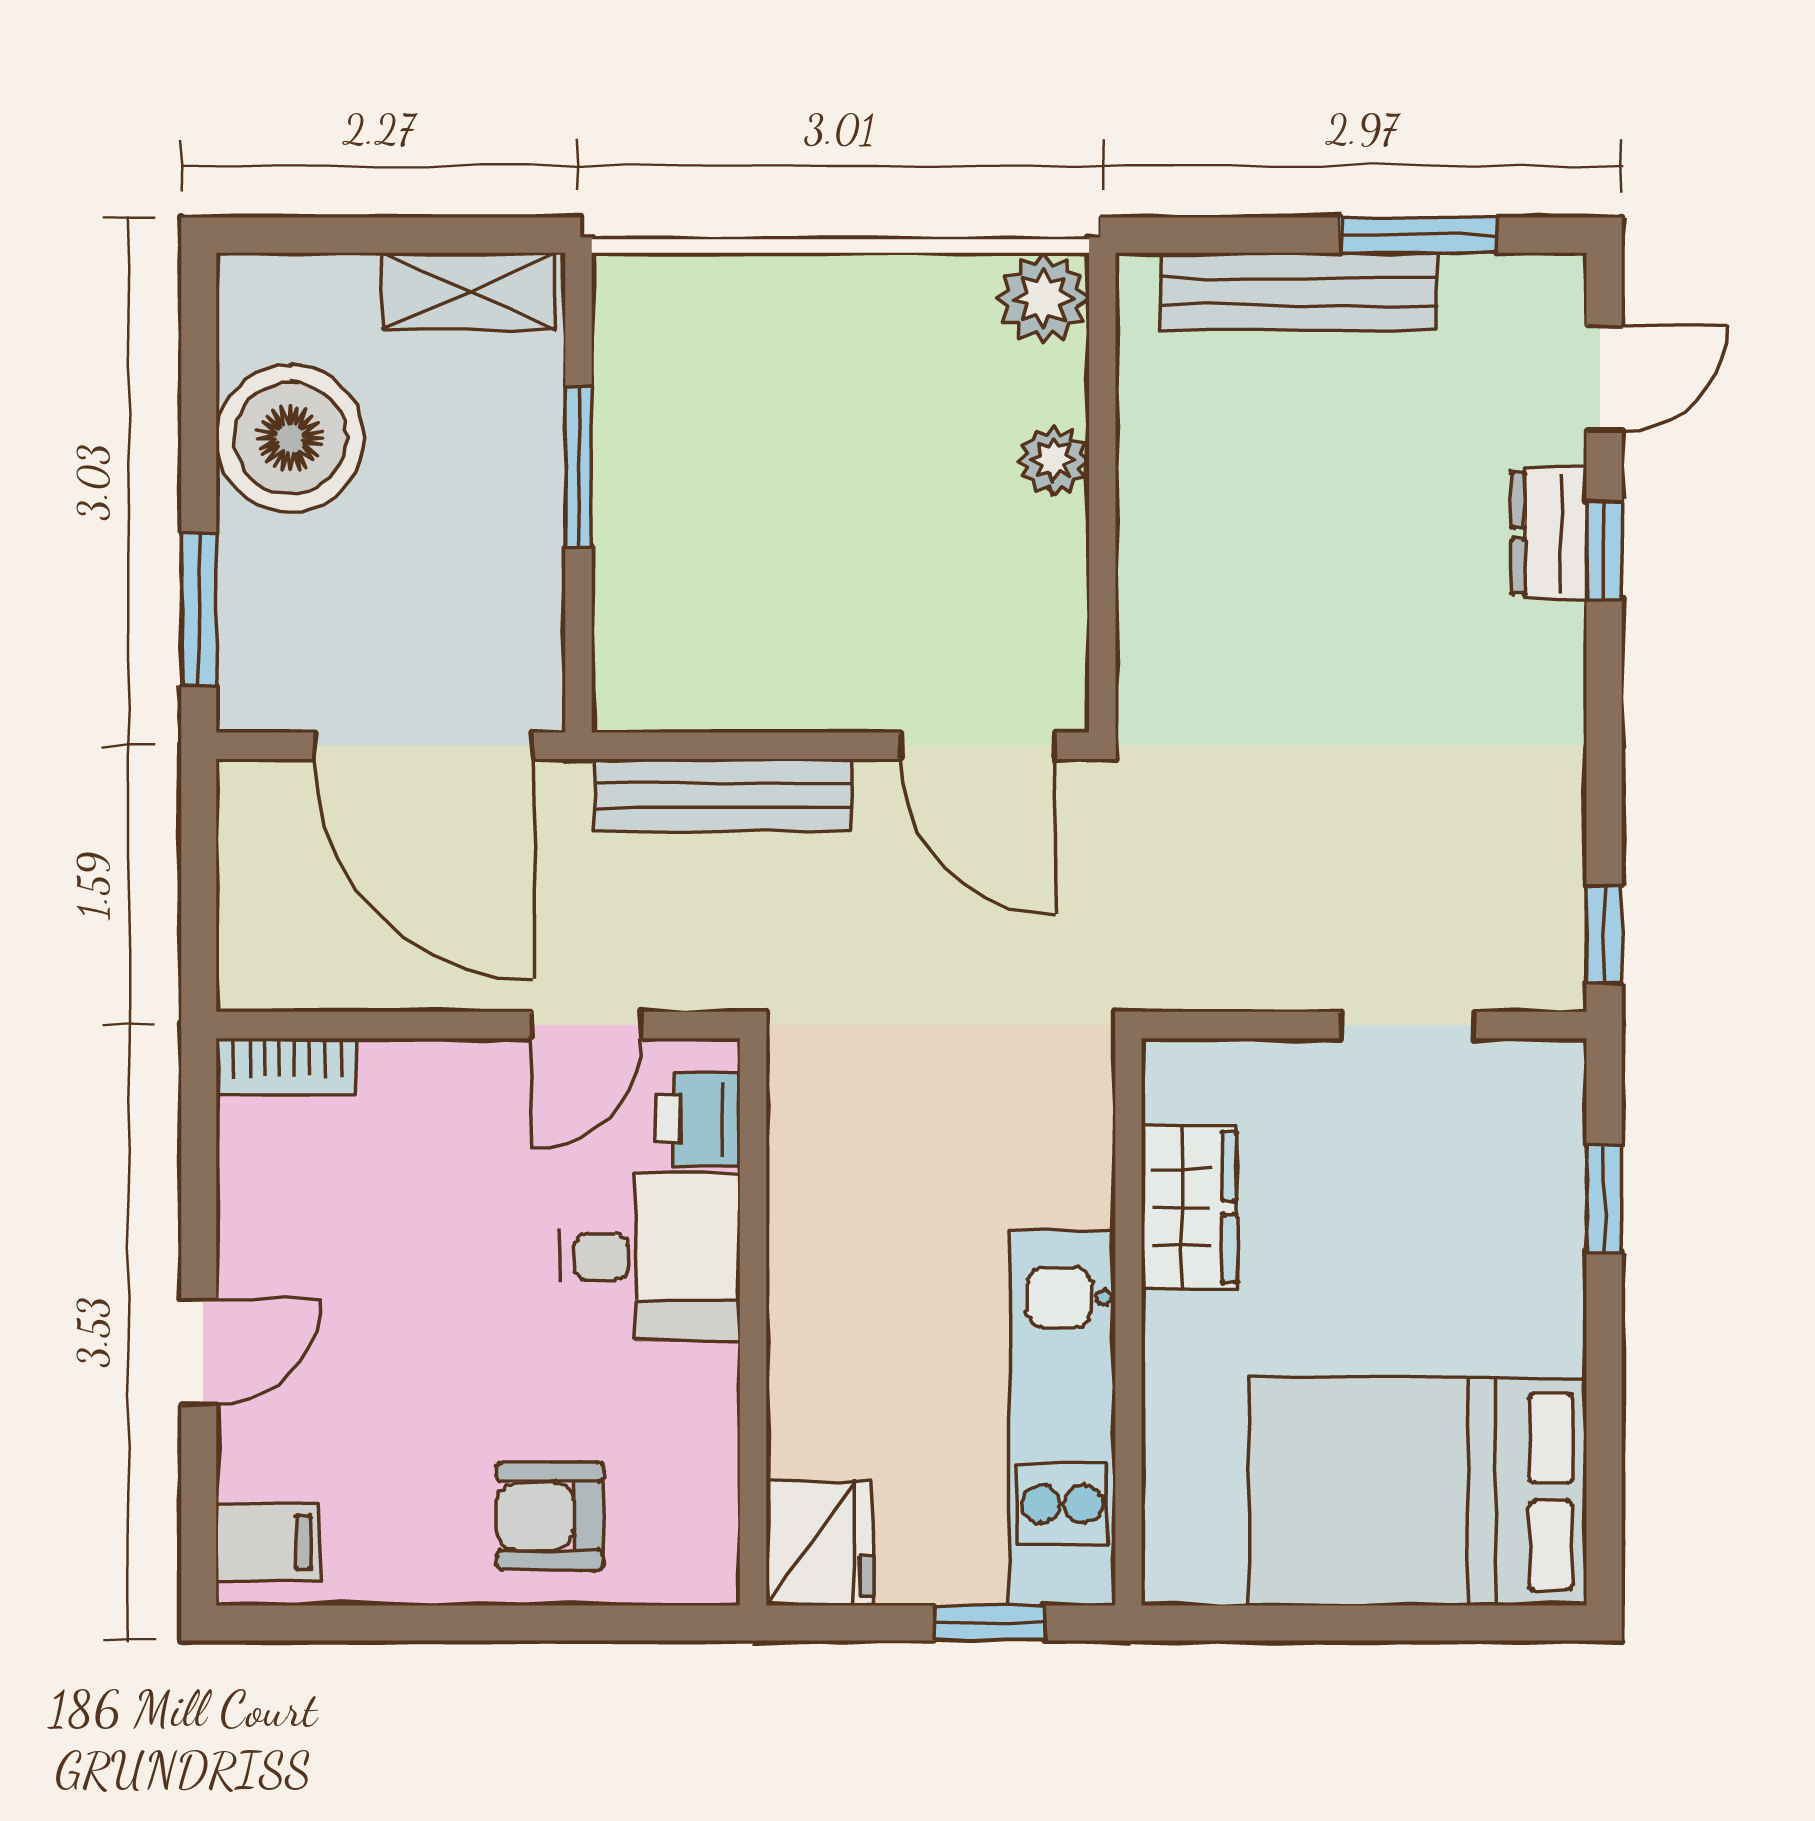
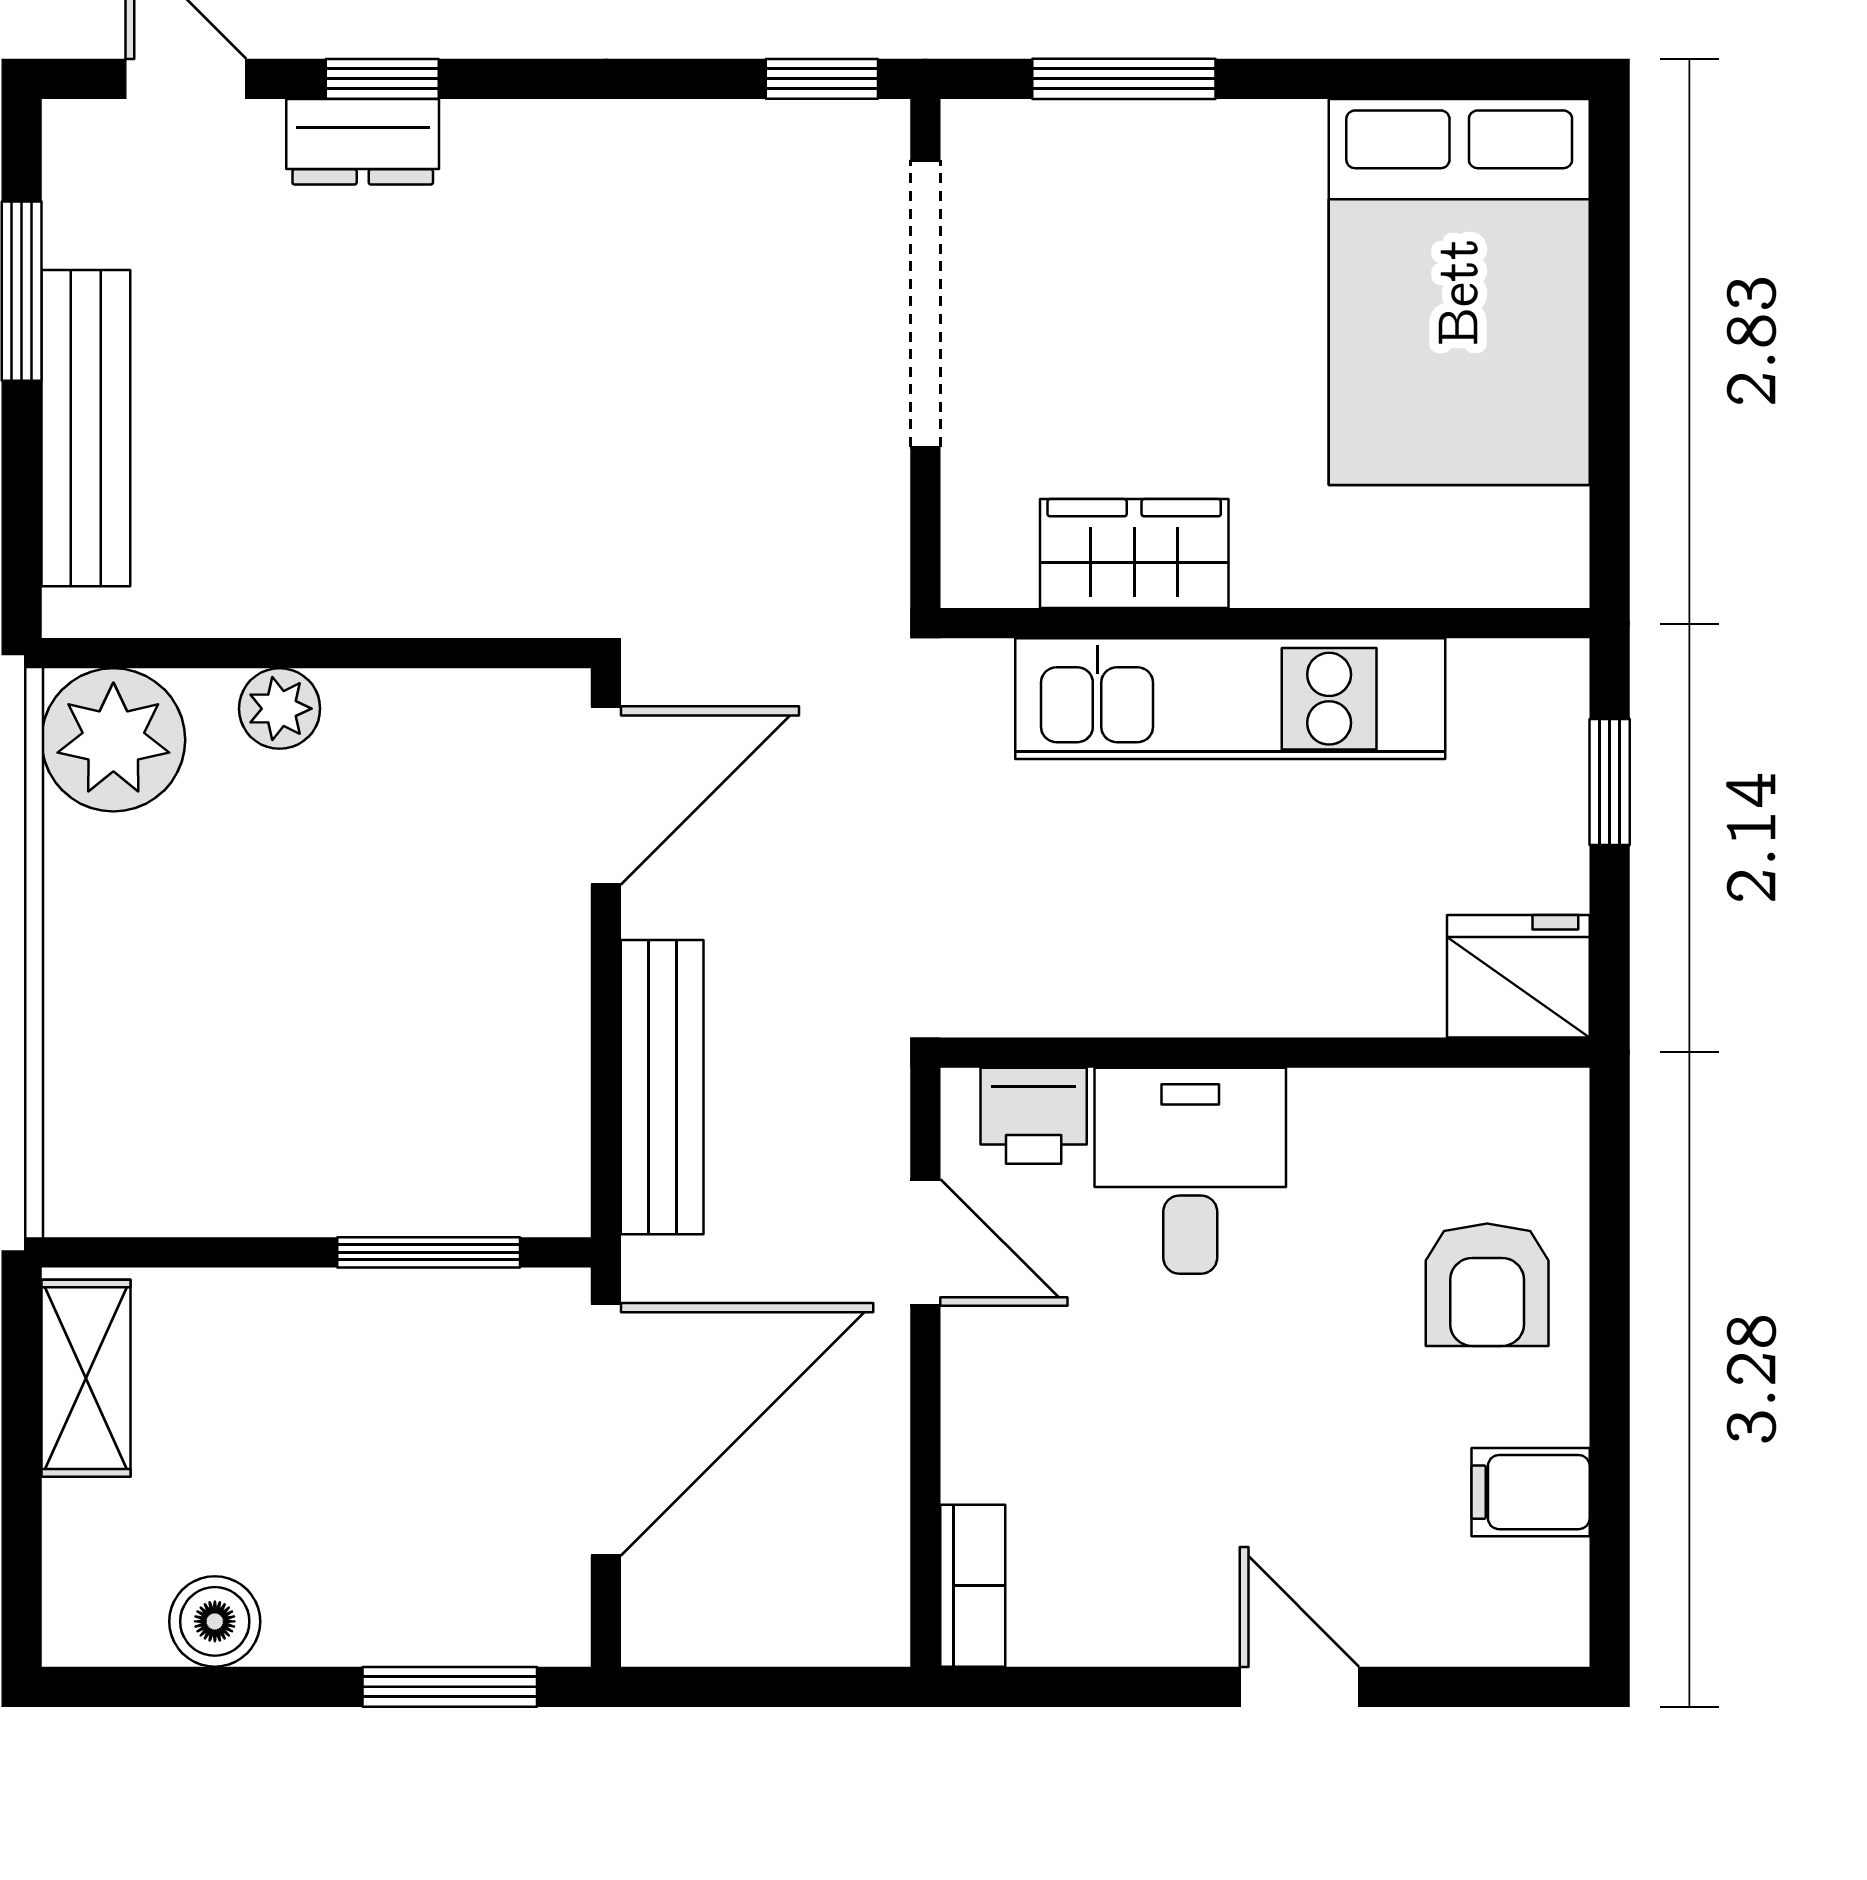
plant: (1043, 299) -> (113, 740), width x1.36, depth x1.36
boiler: (290, 438) -> (215, 1621), width x0.54, depth x0.54
window: (578, 467) -> (429, 1252), moved
doorway: (1408, 1025) -> (925, 304), width x1.87
window: (1604, 1198) -> (1124, 79), width x1.50
kitchen unit: (1062, 1418) -> (1230, 699), moved
filing cabinet: (268, 1542) -> (1531, 1492), moved, turned -90

